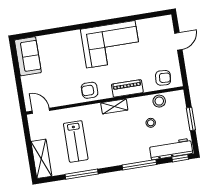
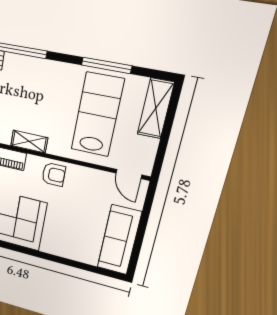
sofa: (28, 56) -> (119, 240), width x1.36
lab bench: (76, 141) -> (97, 115), width x1.36, depth x1.39

